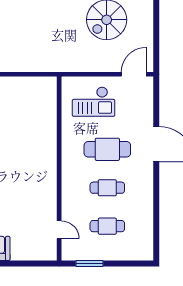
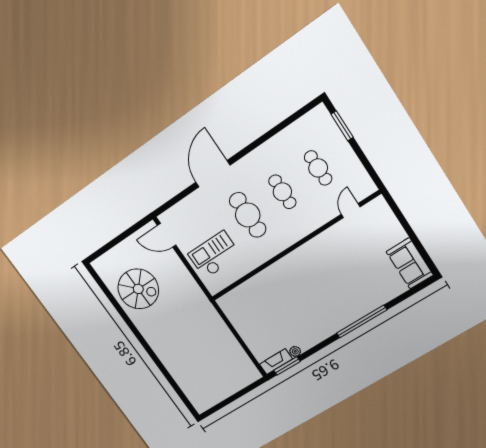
checkout: (94, 102) -> (214, 255), turned -90
window: (89, 263) -> (342, 126), moved

